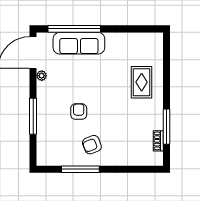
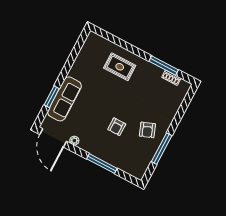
window: (74, 29) -> (52, 97), width x0.47
armchair: (79, 112) -> (117, 127), turned -90

